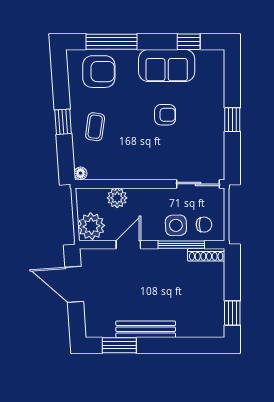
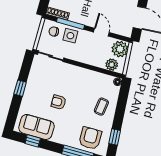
sofa: (167, 65) -> (36, 127), moved
armchair: (99, 72) -> (90, 138), turned 90
window: (63, 122) -> (115, 137), moved
plant: (117, 198) -> (112, 65), moved
door: (128, 245) -> (101, 32), swing flipped

